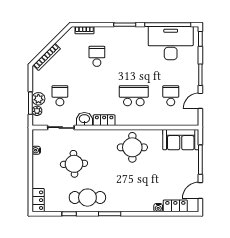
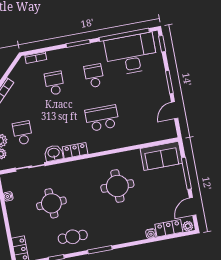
school desk: (171, 96) -> (94, 76), moved
round table: (132, 147) -> (117, 186), moved
cafe table: (87, 198) -> (73, 237), width x0.73, depth x0.74
plant: (193, 207) -> (188, 226), added

